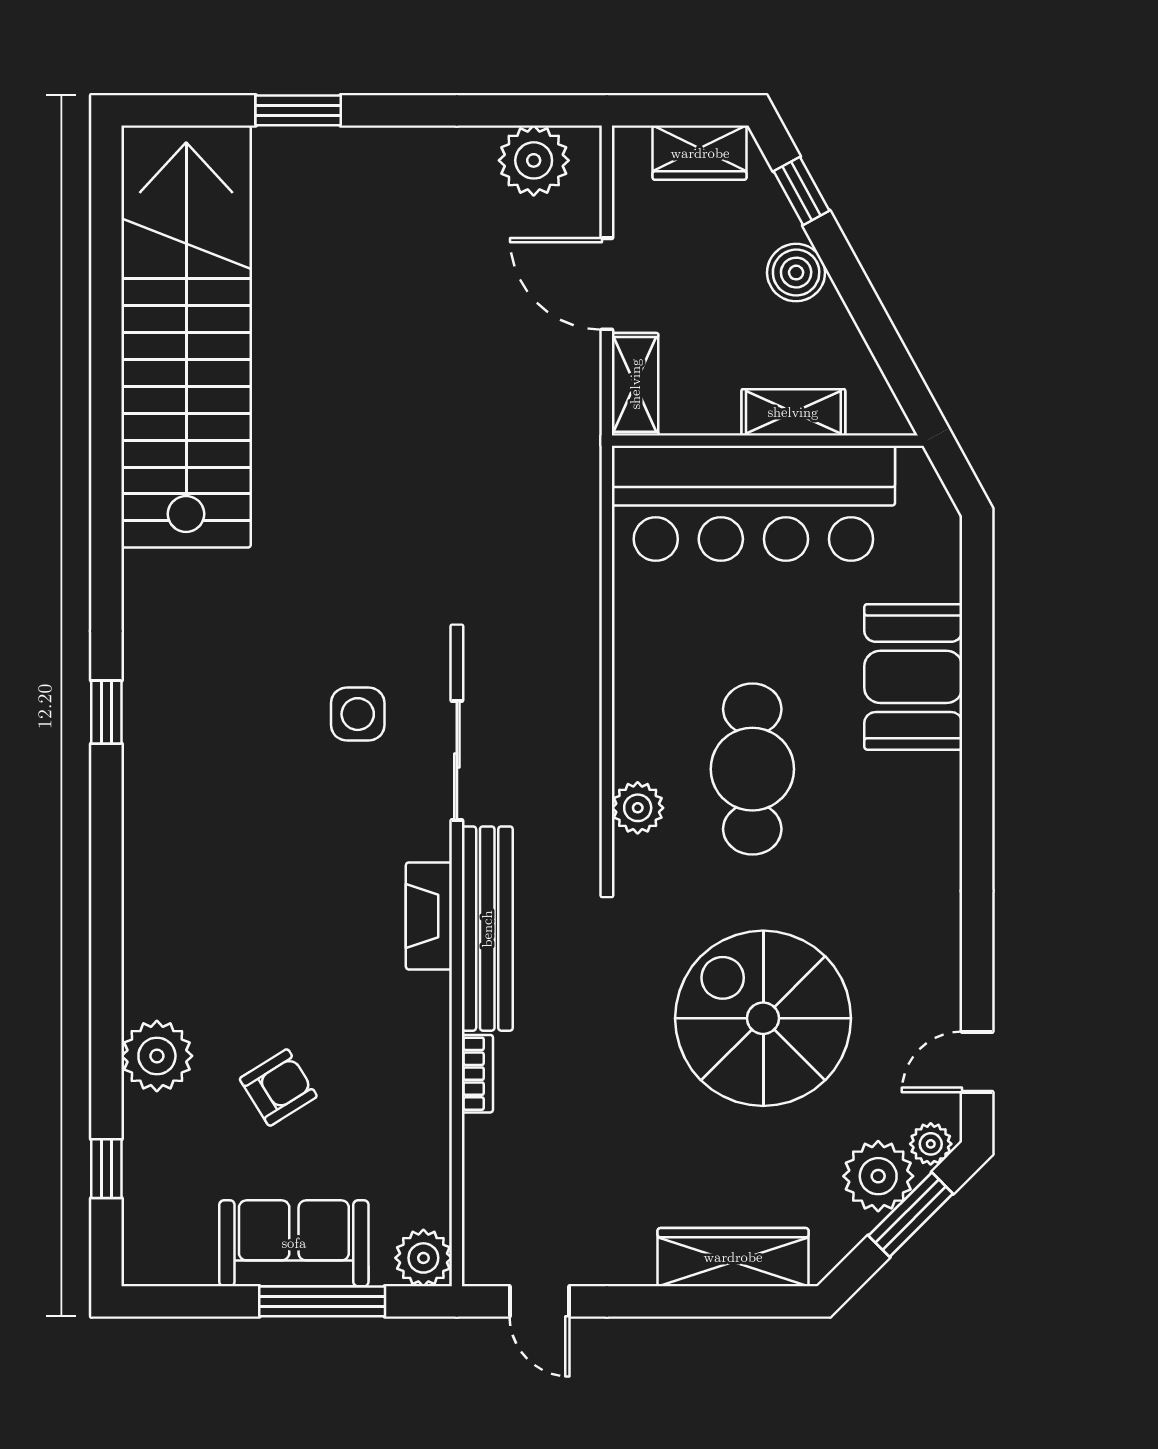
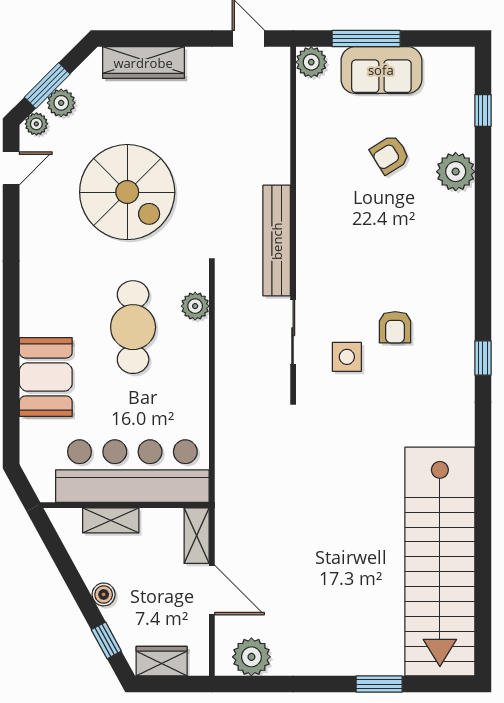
boiler: (796, 273) -> (104, 594), width x0.73, depth x0.73
armchair: (269, 769) -> (395, 327), added
fireplace: (429, 916) -> (308, 247), removed
bookcase: (477, 1074) -> (282, 162), removed
plant: (878, 1176) -> (61, 103), width x0.73, depth x0.73

